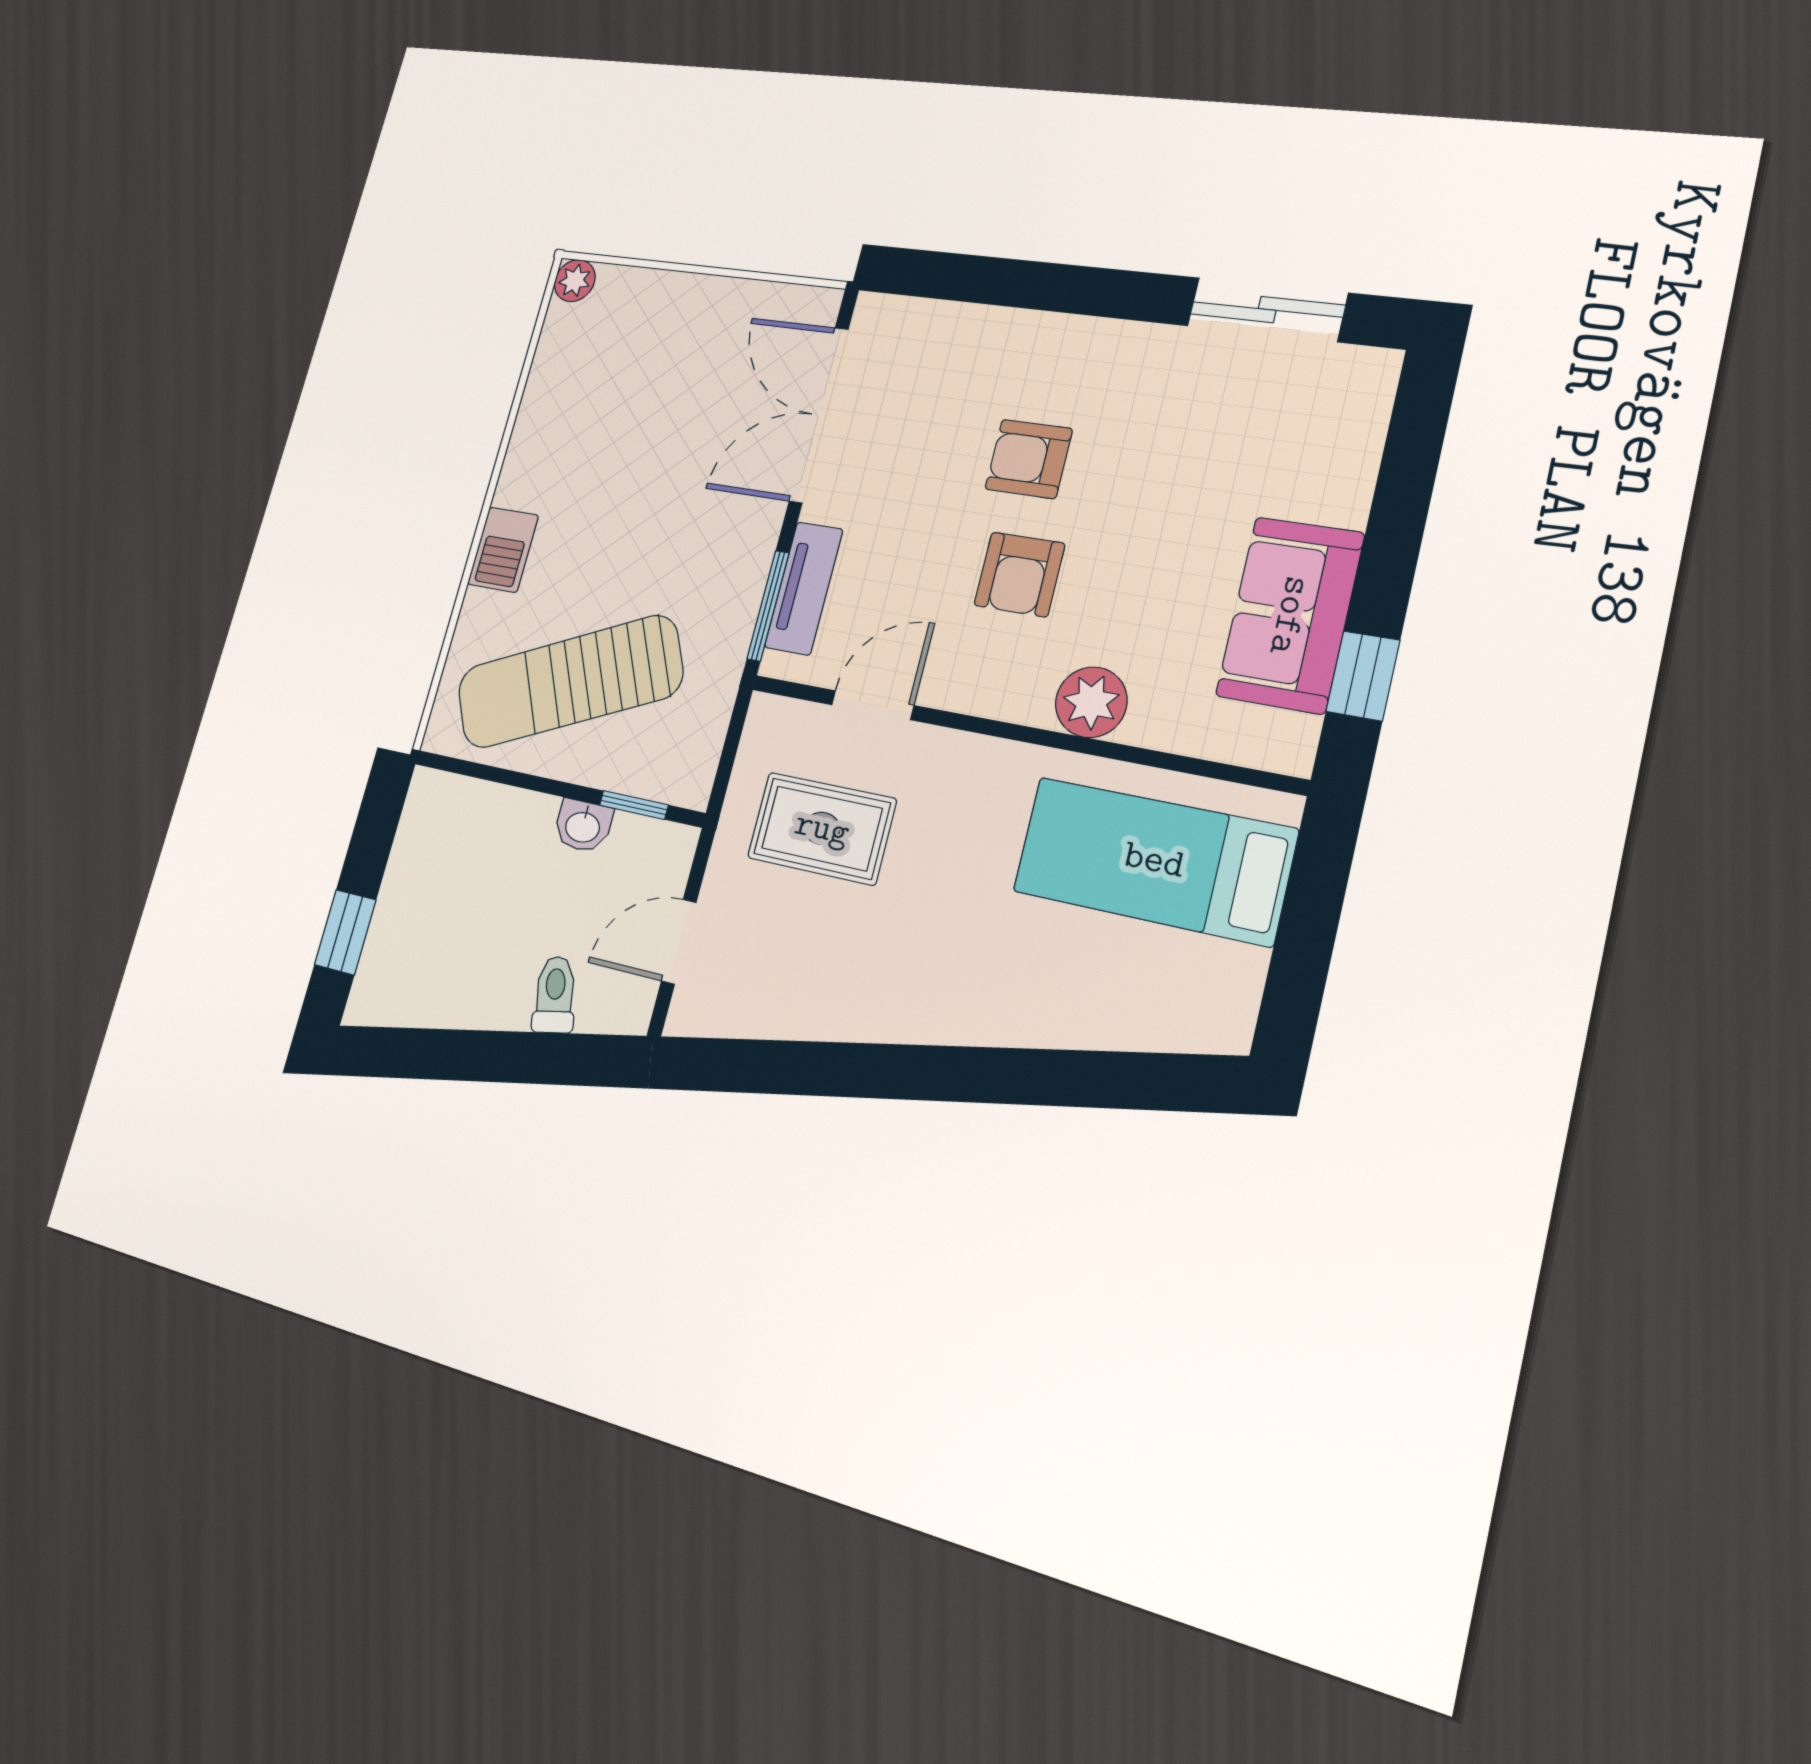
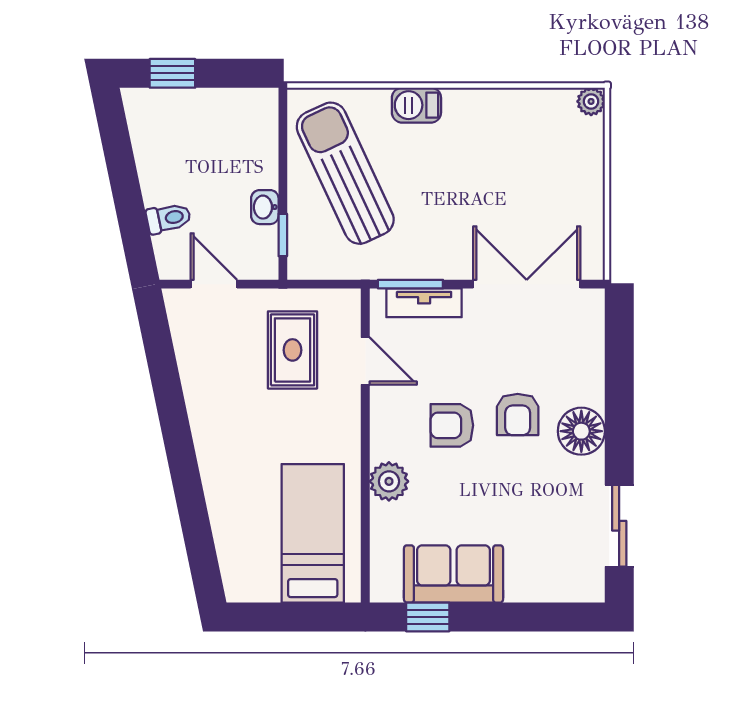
floor lamp: (1084, 355) -> (581, 431), added
armchair: (1029, 459) -> (518, 415), turned 180

